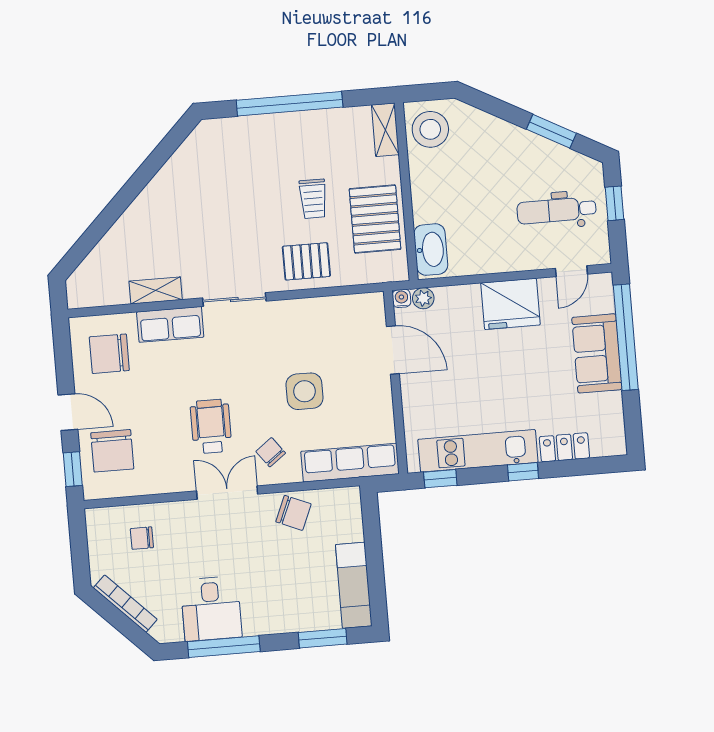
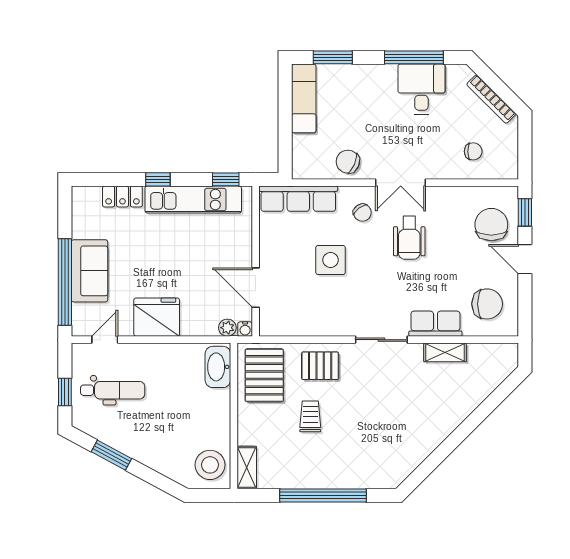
pallet: (375, 219) -> (264, 375), moved

